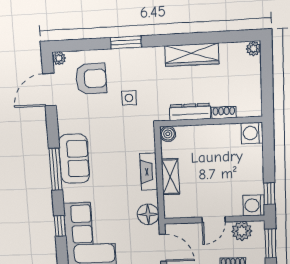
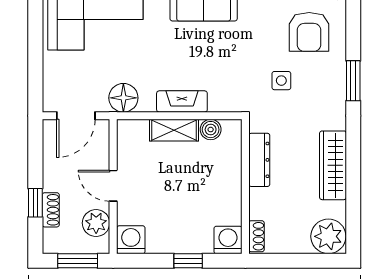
plant: (254, 49) -> (328, 236), width x1.88, depth x1.88
shoe rack: (224, 113) -> (256, 236), moved
boiler: (168, 134) -> (211, 130), moved
window: (269, 194) -> (188, 261), moved

